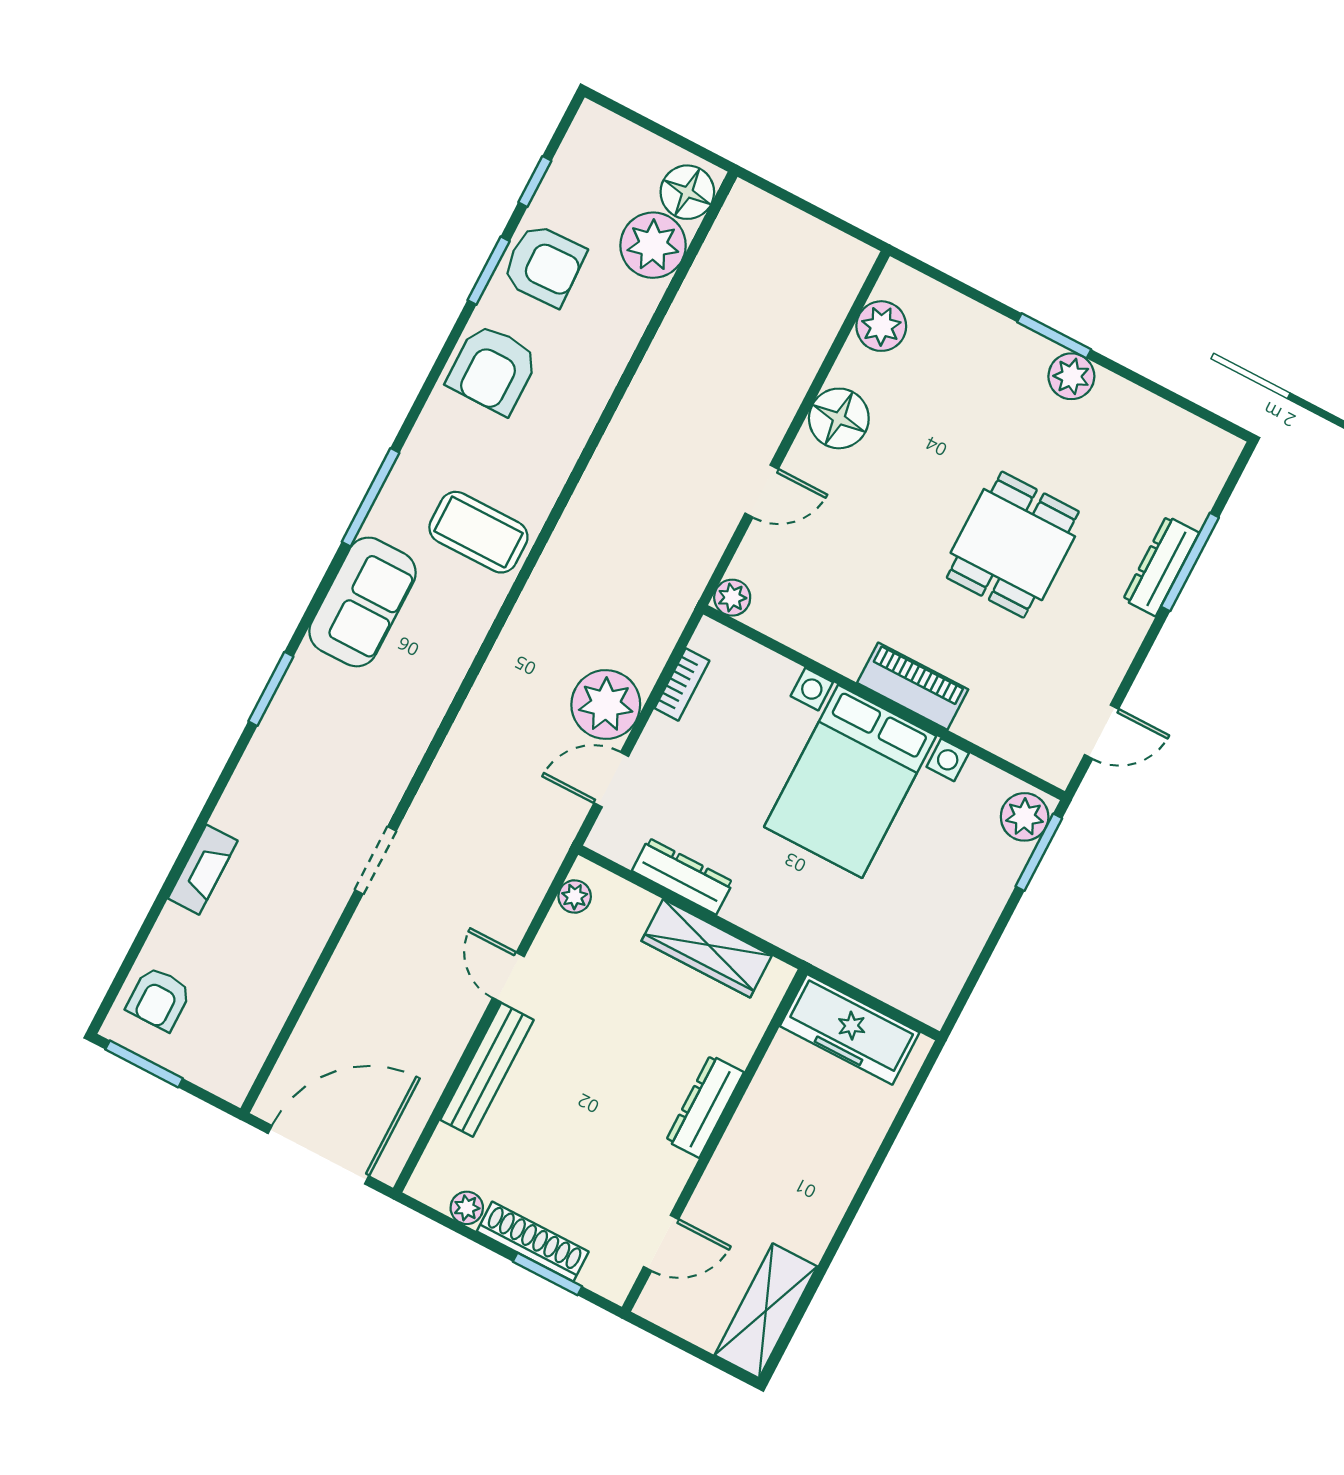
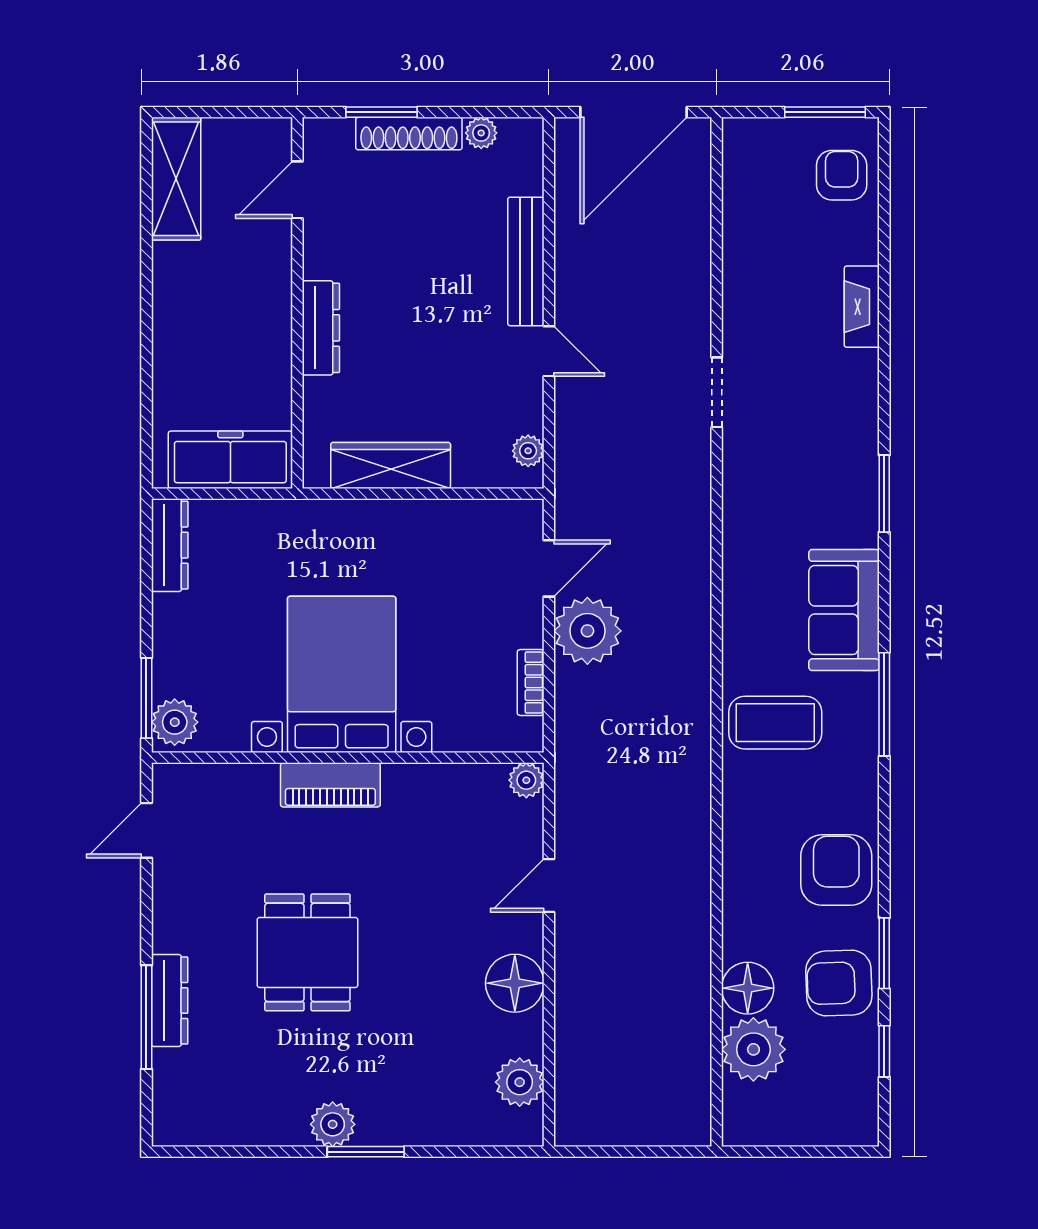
floor lamp: (687, 192) -> (748, 988), moved
dresser: (683, 876) -> (170, 545), moved, turned -90

